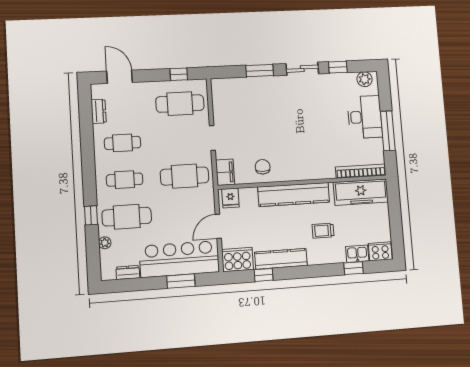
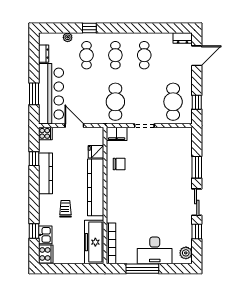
dresser: (99, 111) -> (183, 38), moved
fridge: (230, 198) -> (96, 152), moved
cafe table: (127, 217) -> (87, 55), width x0.73, depth x0.74
cooker: (237, 259) -> (45, 133), width x0.53, depth x0.76

